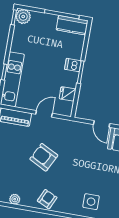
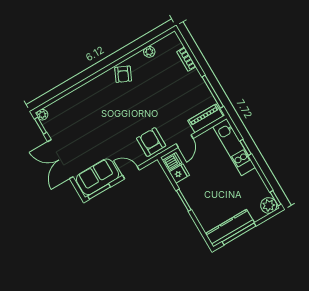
kitchen counter: (72, 25) -> (230, 228), width x1.50
dishwasher: (73, 65) -> (172, 162), moved
armchair: (44, 157) -> (151, 142), moved, turned -117
side table: (91, 202) -> (86, 103), removed

